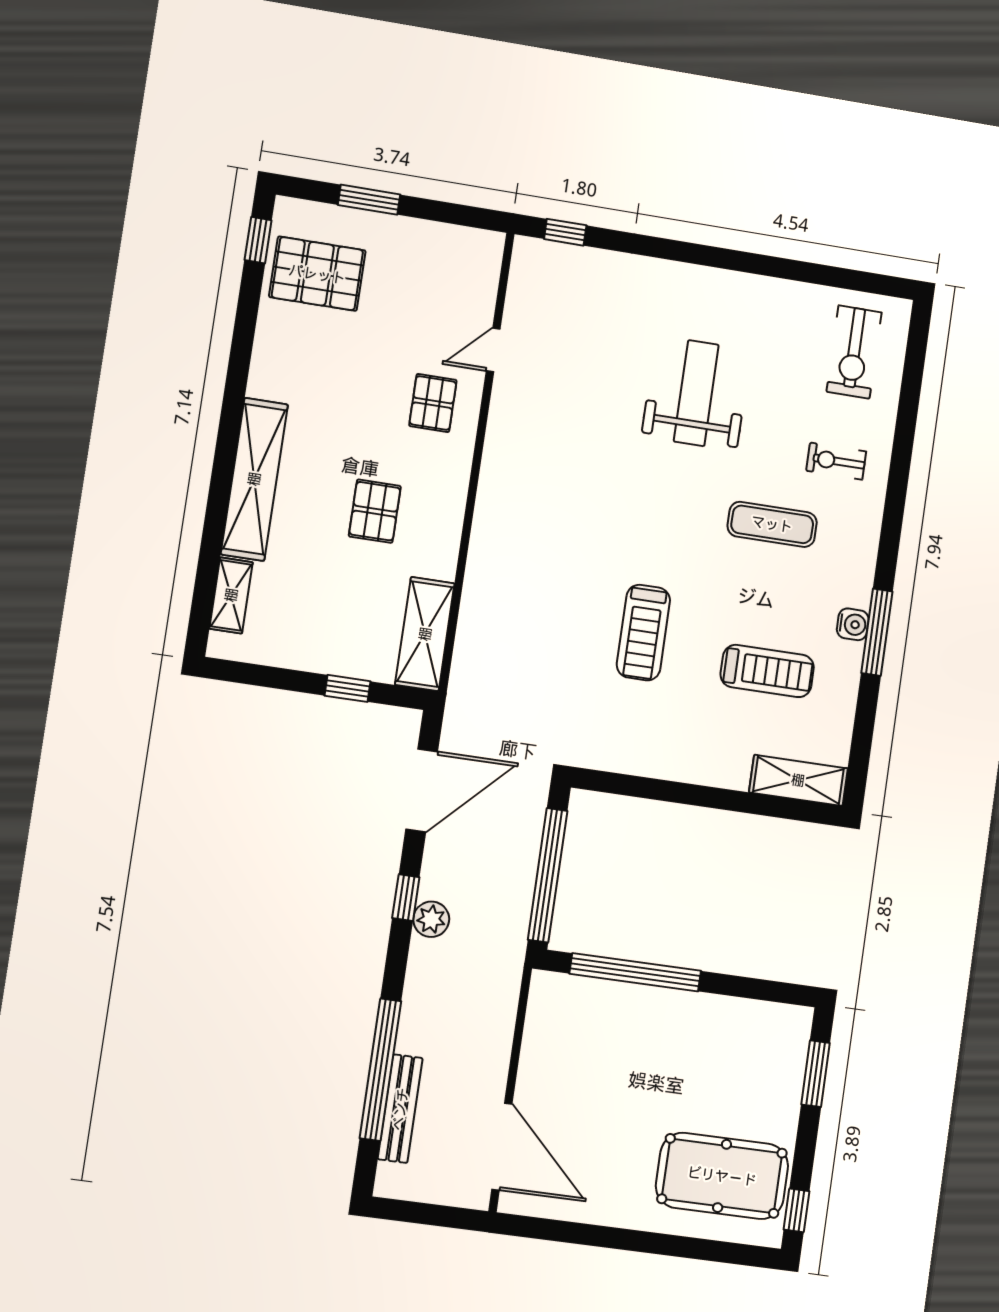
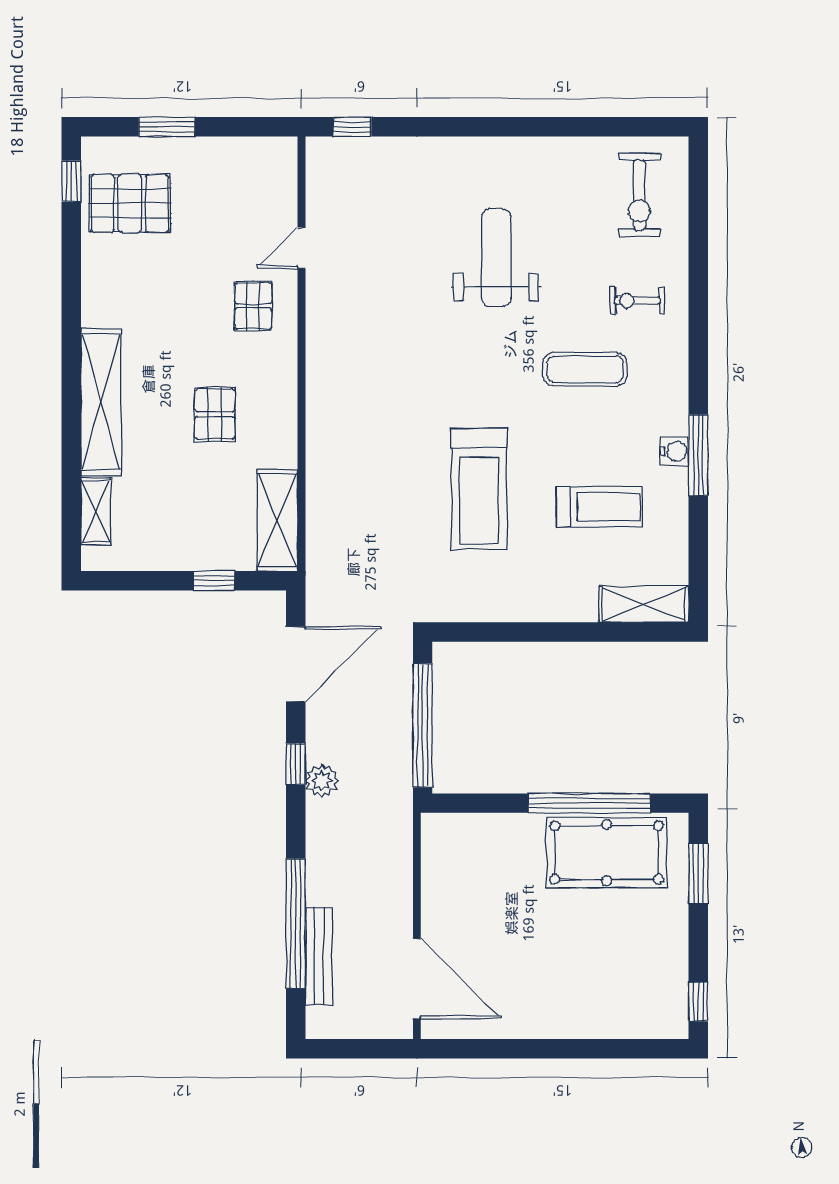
treadmill: (643, 633) -> (479, 489), width x1.37, depth x1.37
window: (635, 972) -> (589, 803), moved
pool table: (722, 1176) -> (607, 853), moved

